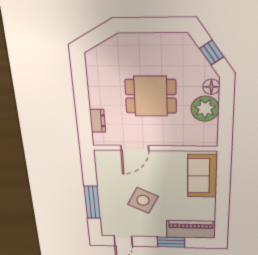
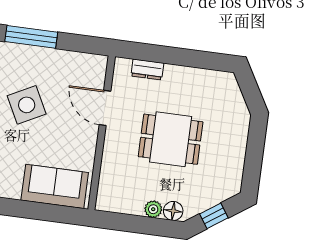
dining table: (151, 96) -> (171, 139), turned 90
plant: (205, 109) -> (153, 209), width x0.53, depth x0.53
side table: (143, 200) -> (27, 105), turned 36

